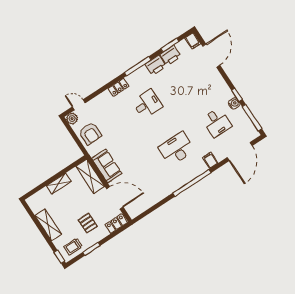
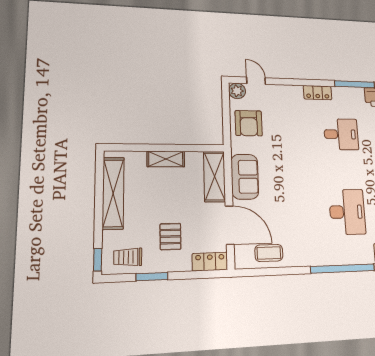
desk: (177, 149) -> (347, 212), turned 90
coffee table: (145, 200) -> (269, 253), added
shelving: (48, 225) -> (113, 193), width x1.47

